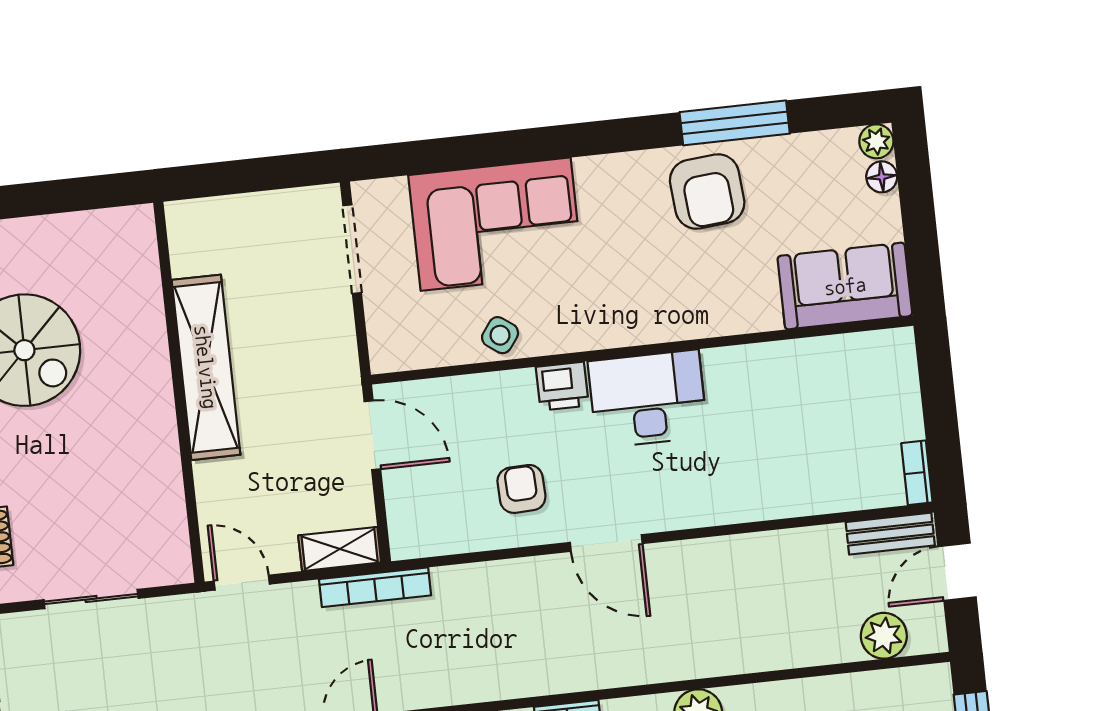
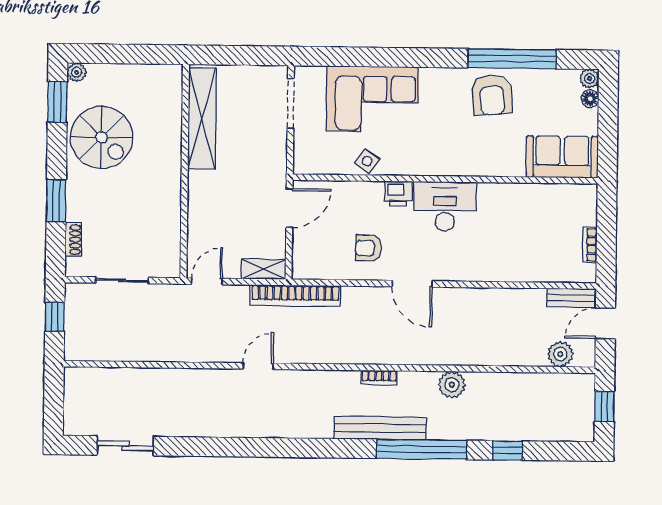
window: (735, 123) -> (512, 59), width x1.46
shelving: (206, 367) -> (202, 118), moved
door: (372, 435) -> (289, 208), hinge flipped
bookcase: (917, 473) -> (590, 245), moved
armchair: (521, 489) -> (369, 248), turned -88
door: (242, 583) -> (207, 281), hinge flipped
bookcase: (375, 587) -> (295, 296), width x1.48, depth x1.31

